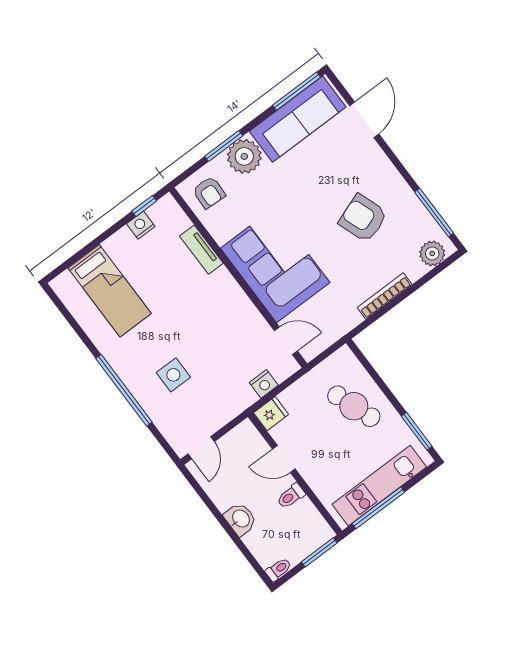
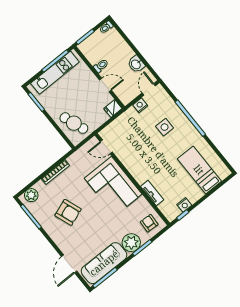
nightstand: (264, 384) -> (140, 105), moved
cafe table: (354, 406) -> (74, 123), moved
washbasin: (240, 519) -> (136, 64), moved

